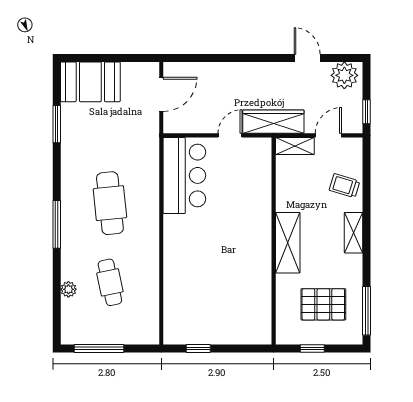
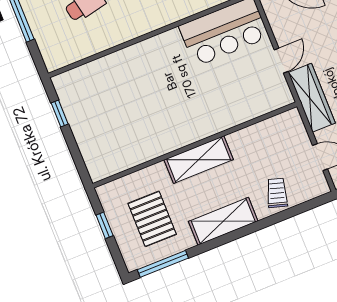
door: (230, 135) -> (281, 61), hinge flipped
shelving: (295, 146) -> (296, 128), removed
shelving: (354, 233) -> (223, 221), width x1.50, depth x1.33

